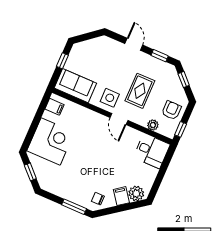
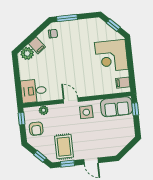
window: (62, 61) -> (135, 109), moved
rug: (140, 91) -> (64, 147), moved

